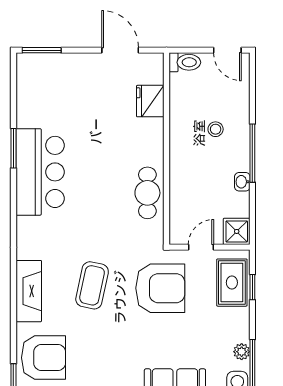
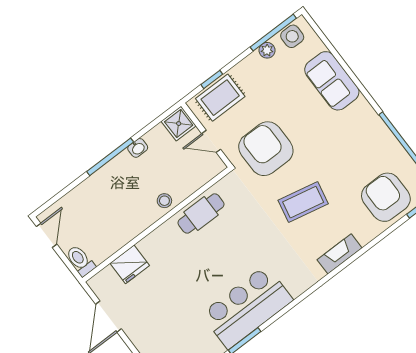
stool: (216, 129) -> (164, 201), moved
fireplace: (29, 291) -> (340, 254), width x0.73, depth x0.76

